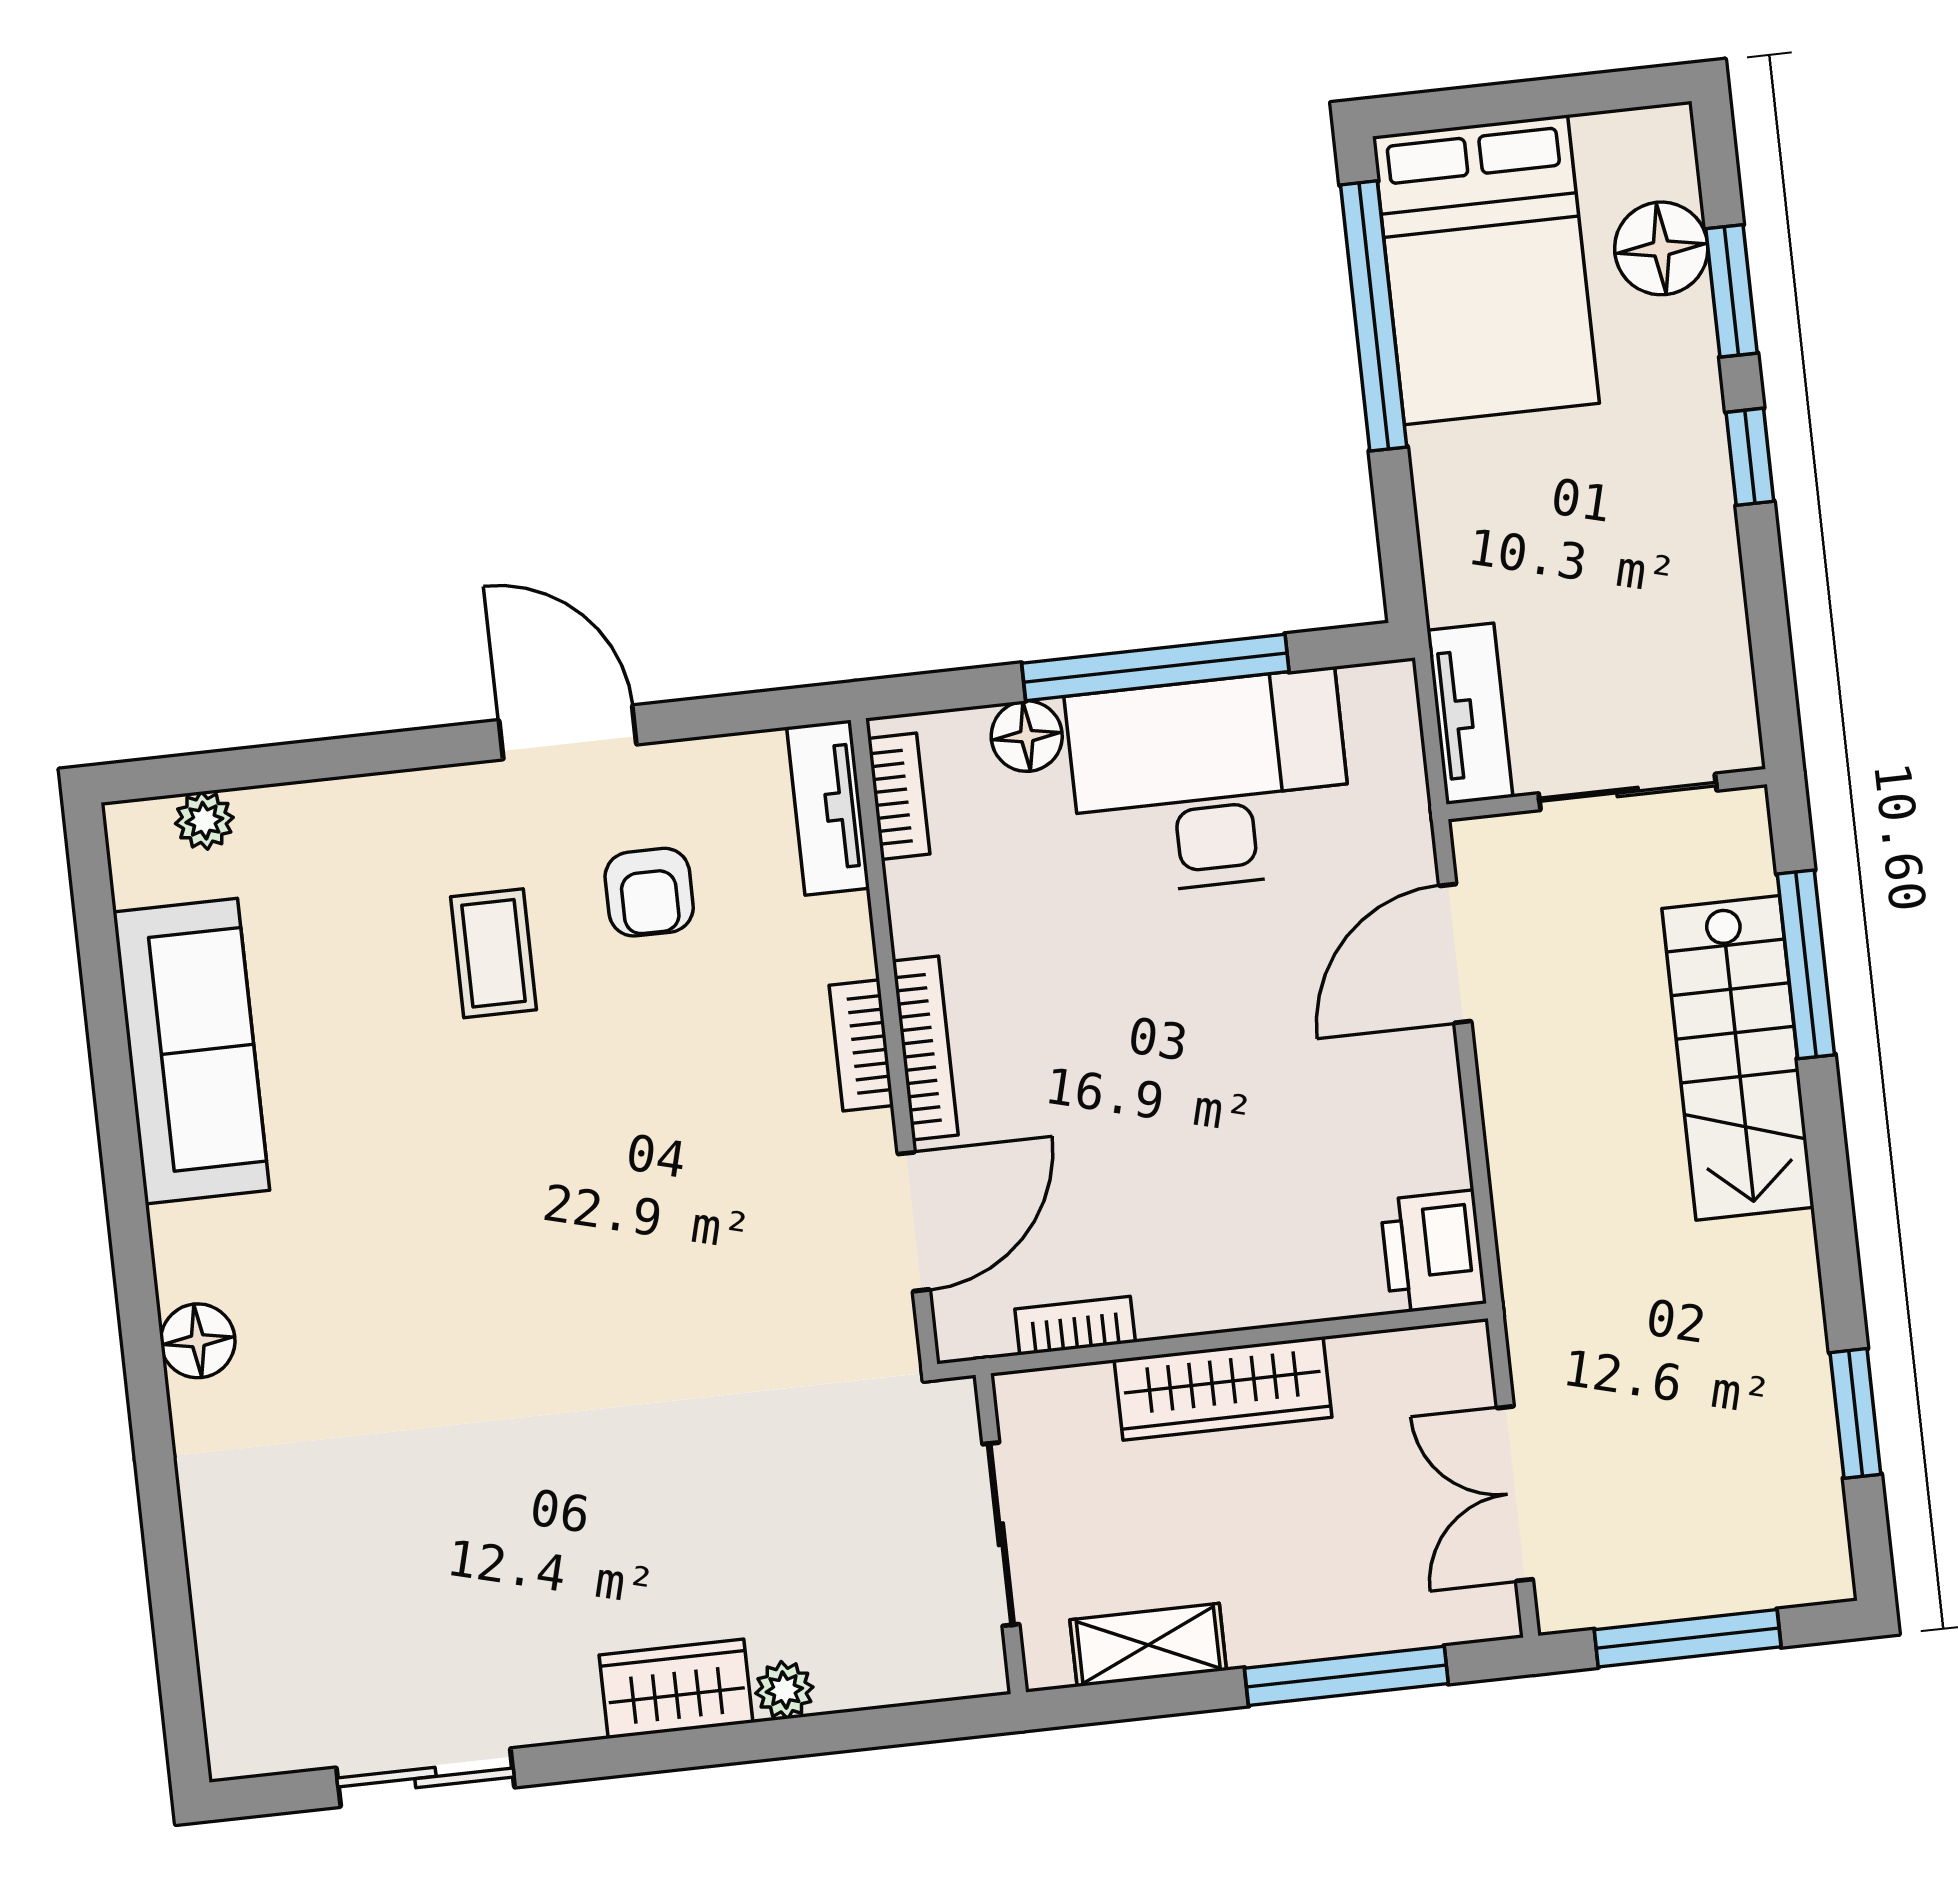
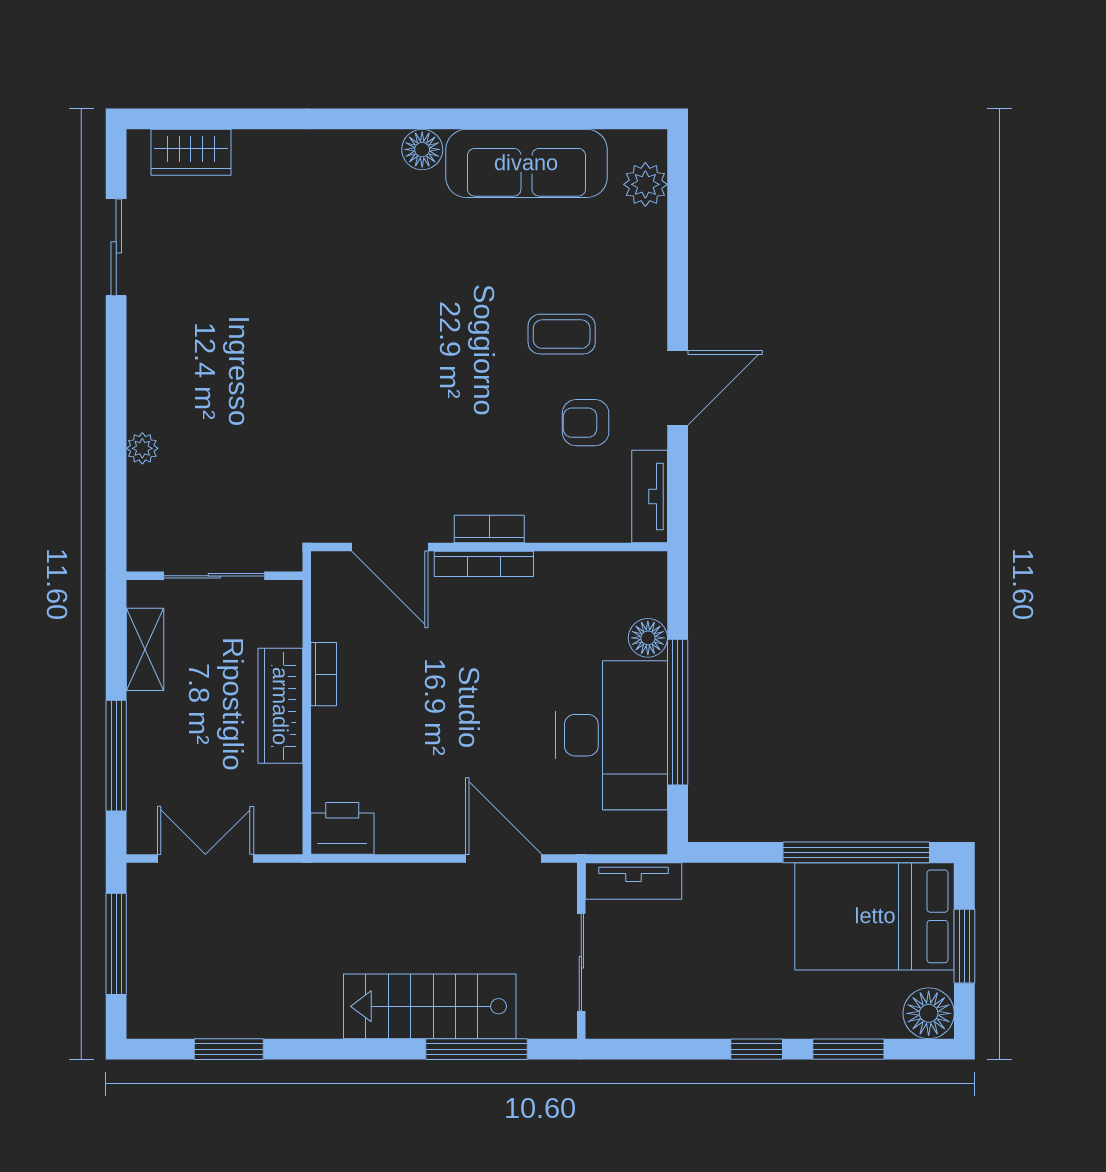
window: (1522, 101) -> (964, 946), added
floor lamp: (1661, 248) -> (929, 1013), moved
bookcase: (899, 796) -> (623, 565), removed
tv unit: (828, 808) -> (650, 496), moved, turned -90
plant: (204, 821) -> (645, 184), width x1.38, depth x1.38
bookcase: (1075, 1326) -> (324, 674), moved
floor lamp: (198, 1341) -> (422, 149), moved
wardrobe: (676, 1689) -> (191, 152), moved, turned 90

